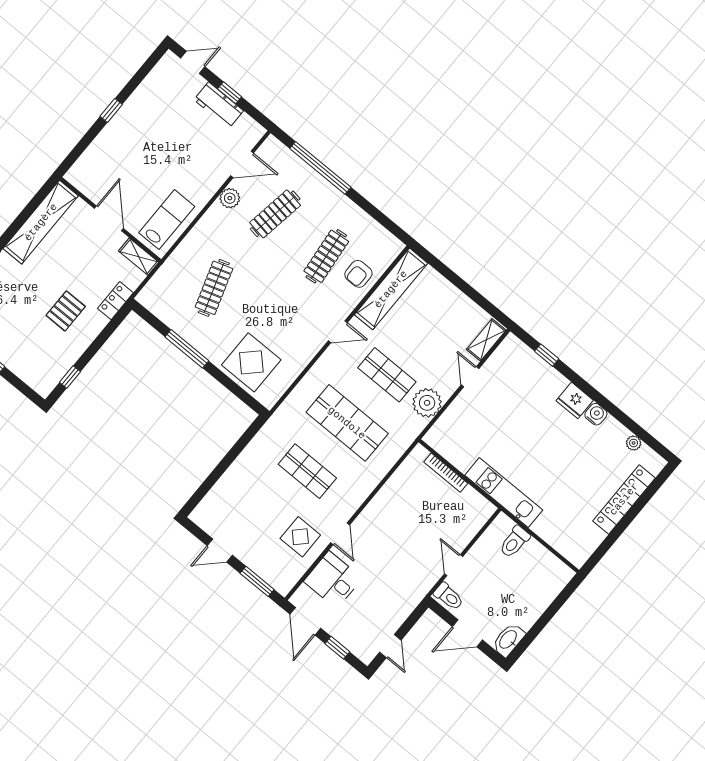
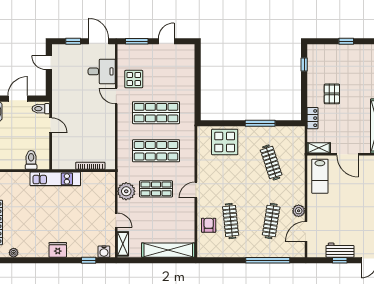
shelving: (391, 289) -> (168, 250), moved, turned 90
water cooler: (596, 414) -> (104, 252), moved
shop shelf: (307, 471) -> (156, 113), width x1.43, depth x1.36

